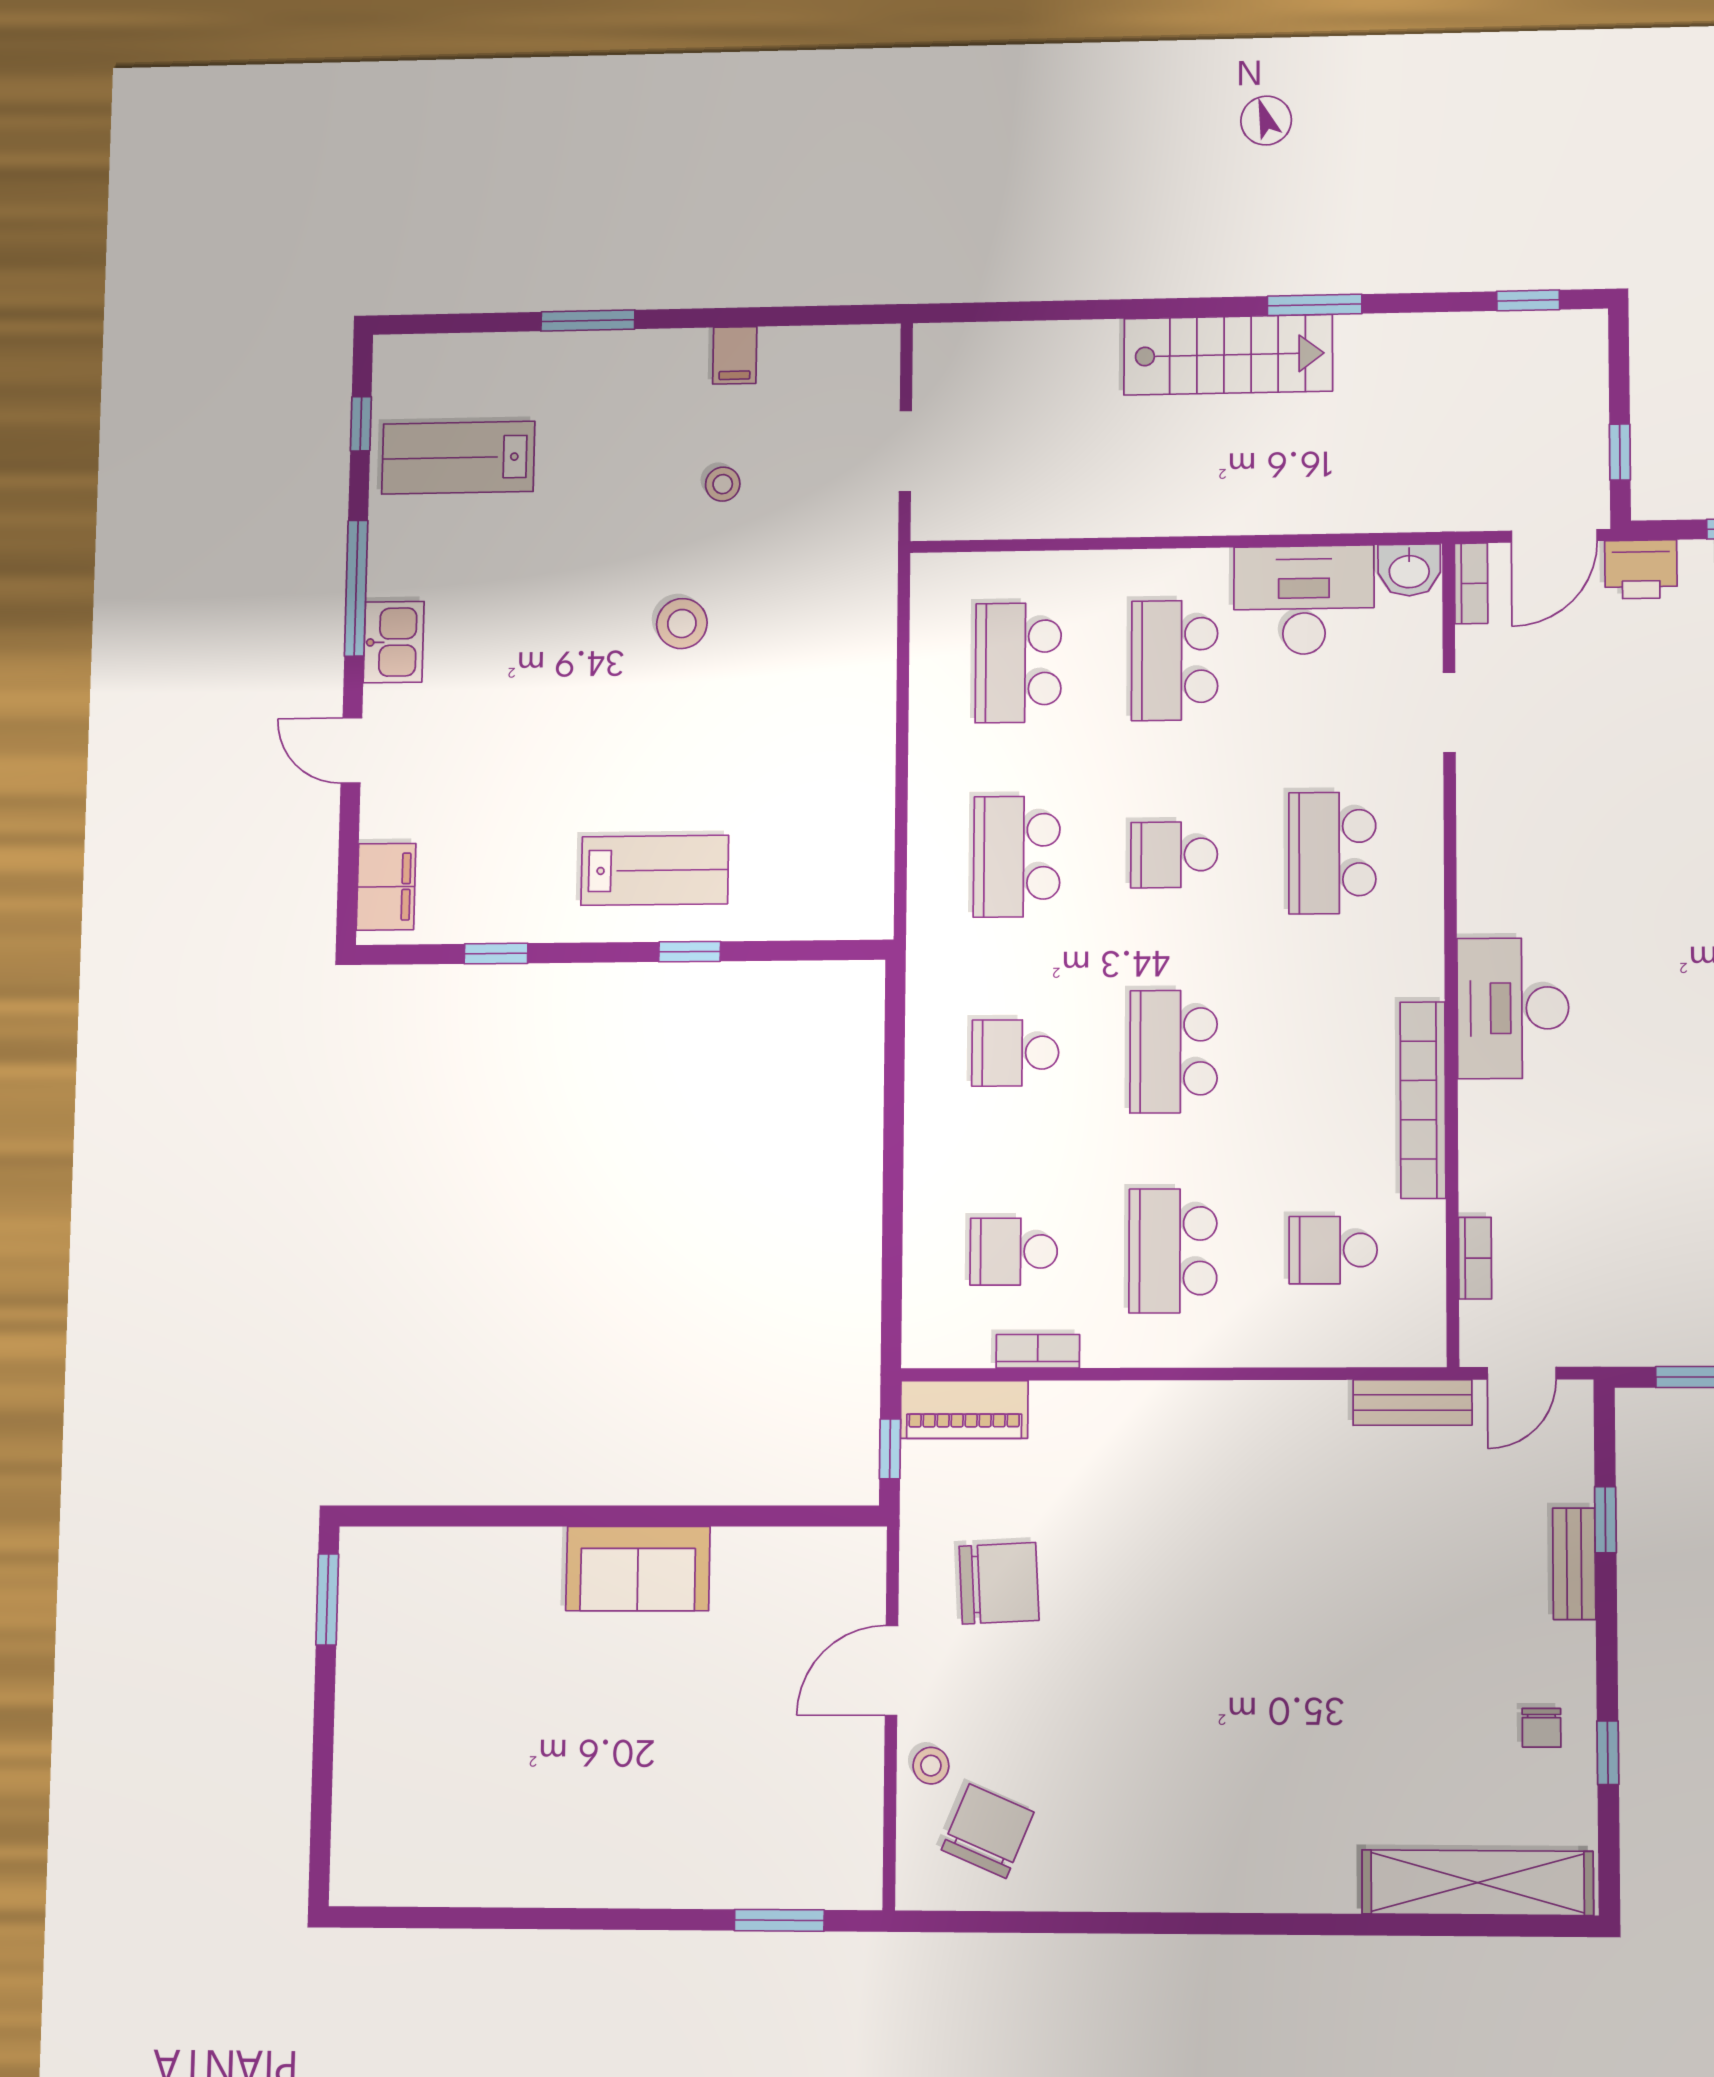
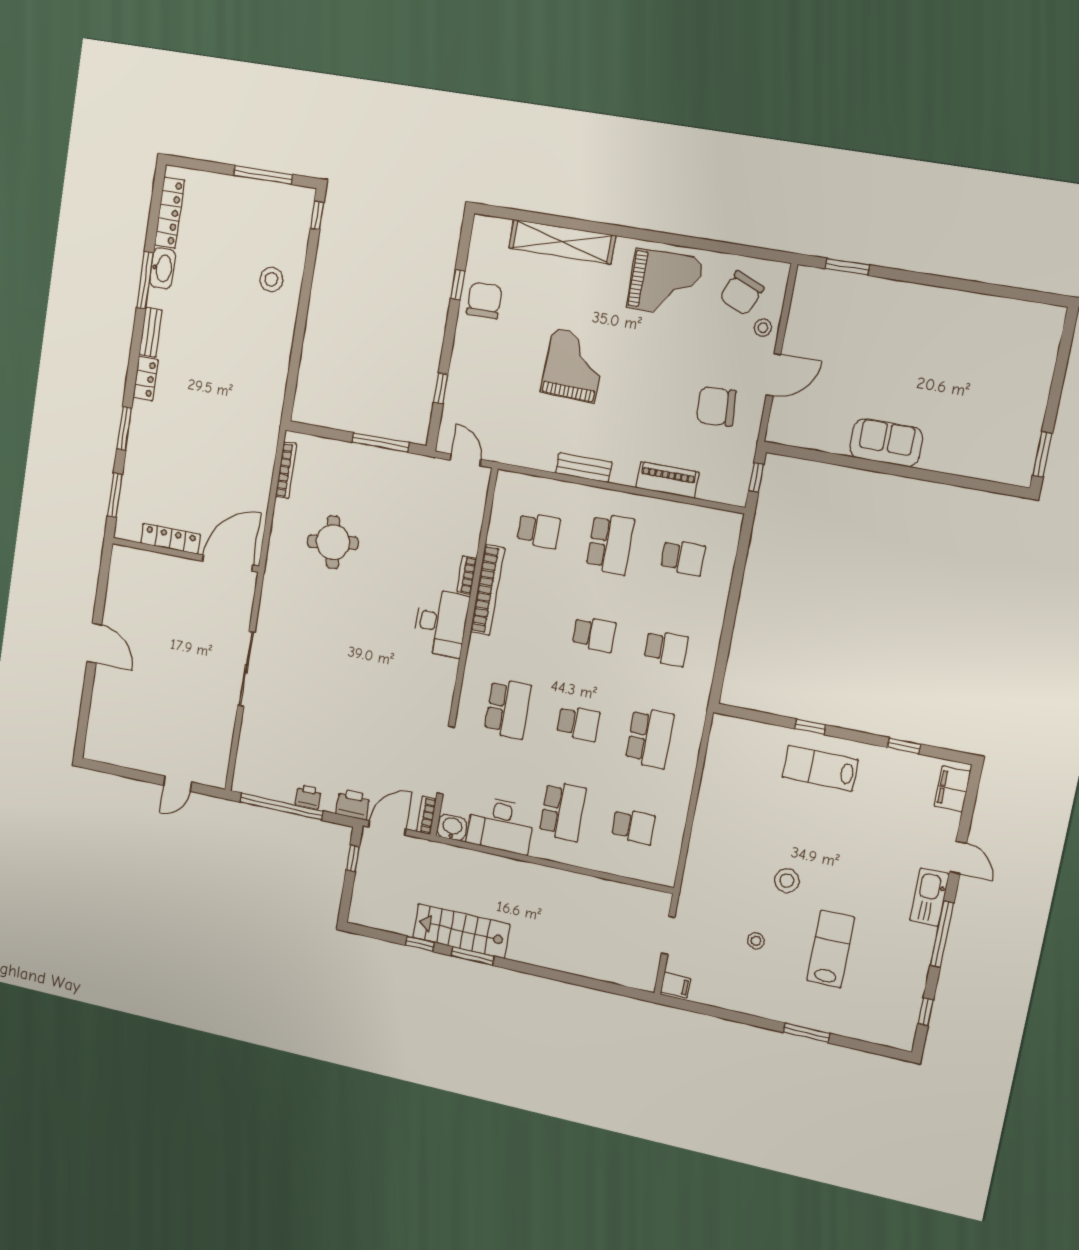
window: (1528, 300) -> (420, 944), moved
filing cabinet: (735, 355) -> (676, 985), moved, turned 90
stairs: (1228, 355) -> (461, 931), moved
lab bench: (458, 458) -> (831, 949), moved, turned -90
kitchen sink: (394, 642) -> (929, 897), width x1.38
school desk: (1018, 663) -> (633, 826), width x0.54
doorway: (1449, 712) -> (446, 760), width x1.88
school desk: (1174, 1052) -> (594, 634), width x0.54
bookcase: (1475, 1258) -> (467, 575), moved
bookcase: (1038, 1351) -> (680, 510), removed
door: (1522, 1373) -> (466, 460), hinge flipped
bench: (1412, 1403) -> (584, 468), moved
piano: (964, 1410) -> (668, 480), moved
bench: (1574, 1564) -> (458, 371), removed
grand piano: (1319, 1619) -> (574, 365), added
chair: (1542, 1728) -> (484, 301), width x1.87, depth x1.87
grand piano: (1154, 1828) -> (665, 283), added
shelving: (1478, 1883) -> (562, 242), moved

